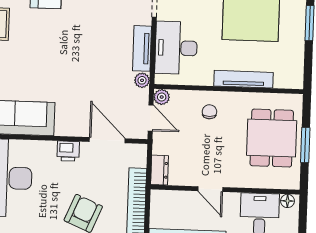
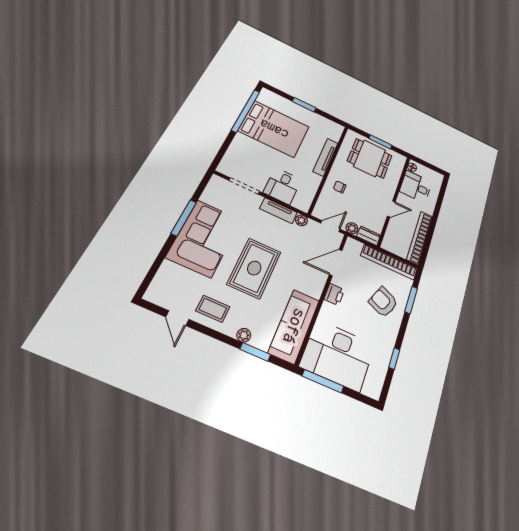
desk: (176, 48) -> (282, 186), width x0.73
rug: (61, 49) -> (254, 268), added
plant: (162, 97) -> (352, 228), moved

